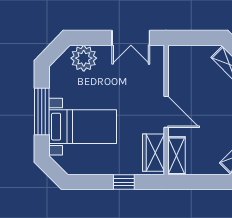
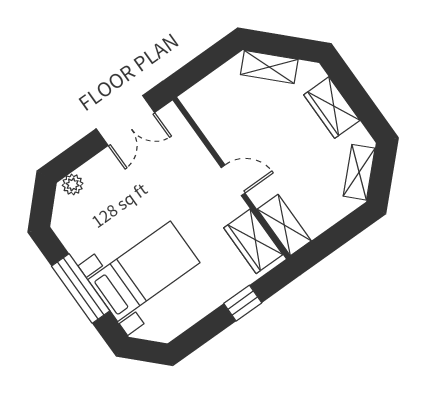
plant: (84, 58) -> (73, 184), width x0.53, depth x0.53
door: (166, 112) -> (233, 180), width x0.73

